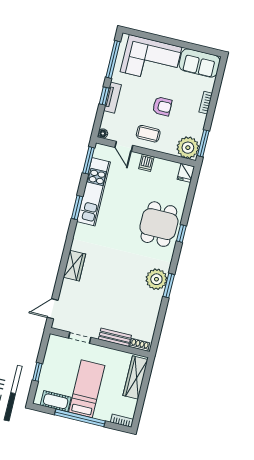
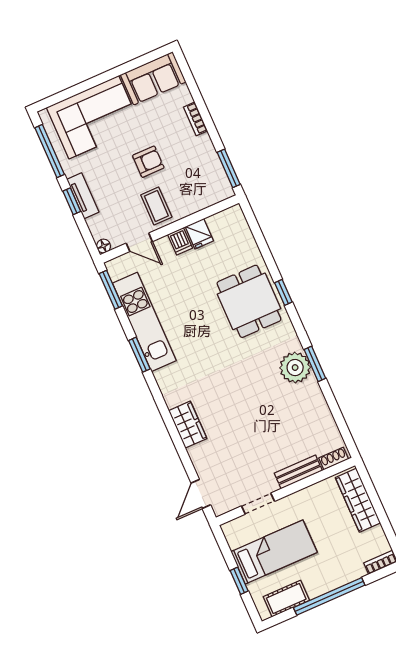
coffee table: (148, 134) -> (156, 206), turned 90
plant: (188, 148) -> (215, 187), removed
fridge: (186, 173) -> (199, 234), moved
bed: (87, 389) -> (274, 552), moved, turned 90

